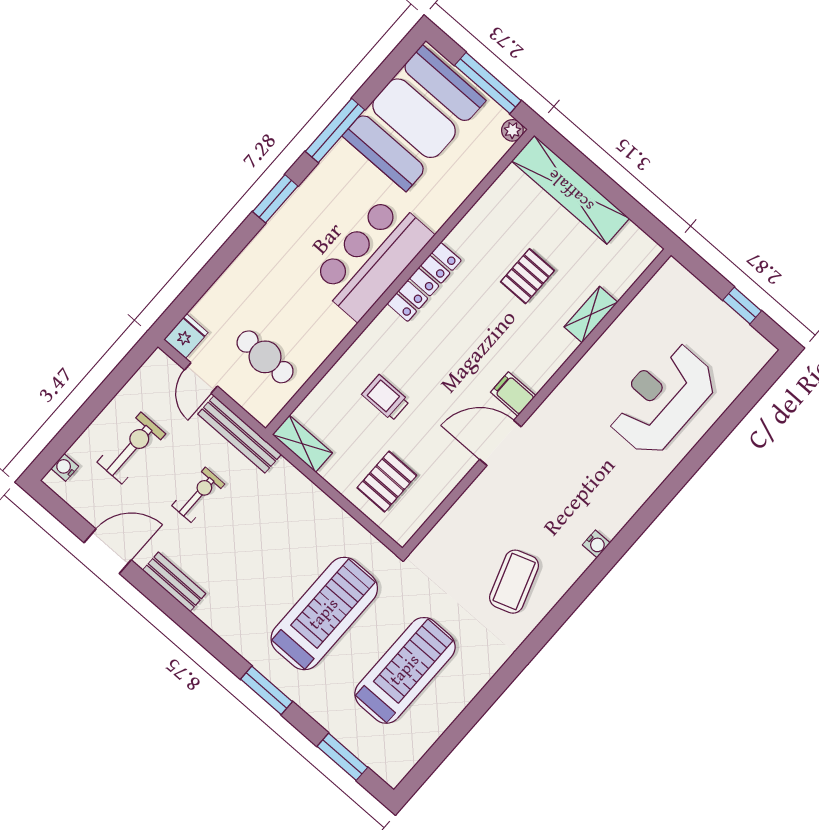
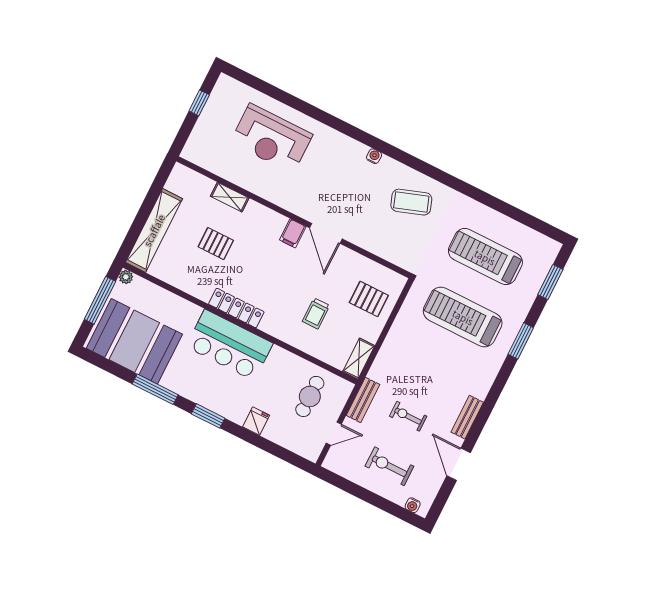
fridge: (186, 336) -> (256, 421), moved, turned 90
bench: (240, 434) -> (363, 400), width x0.73

